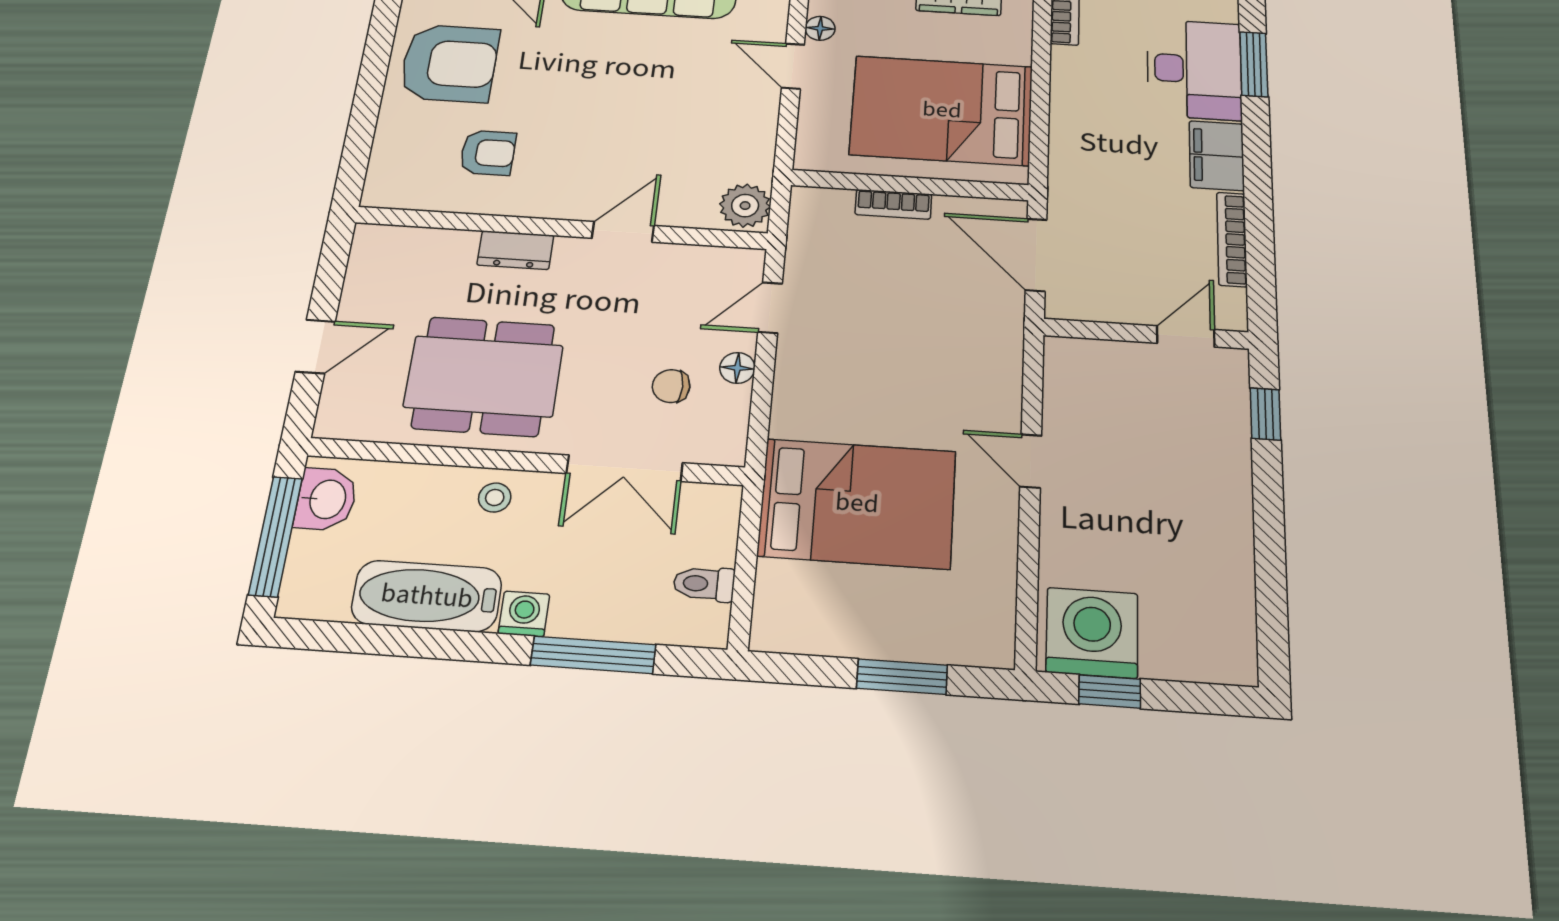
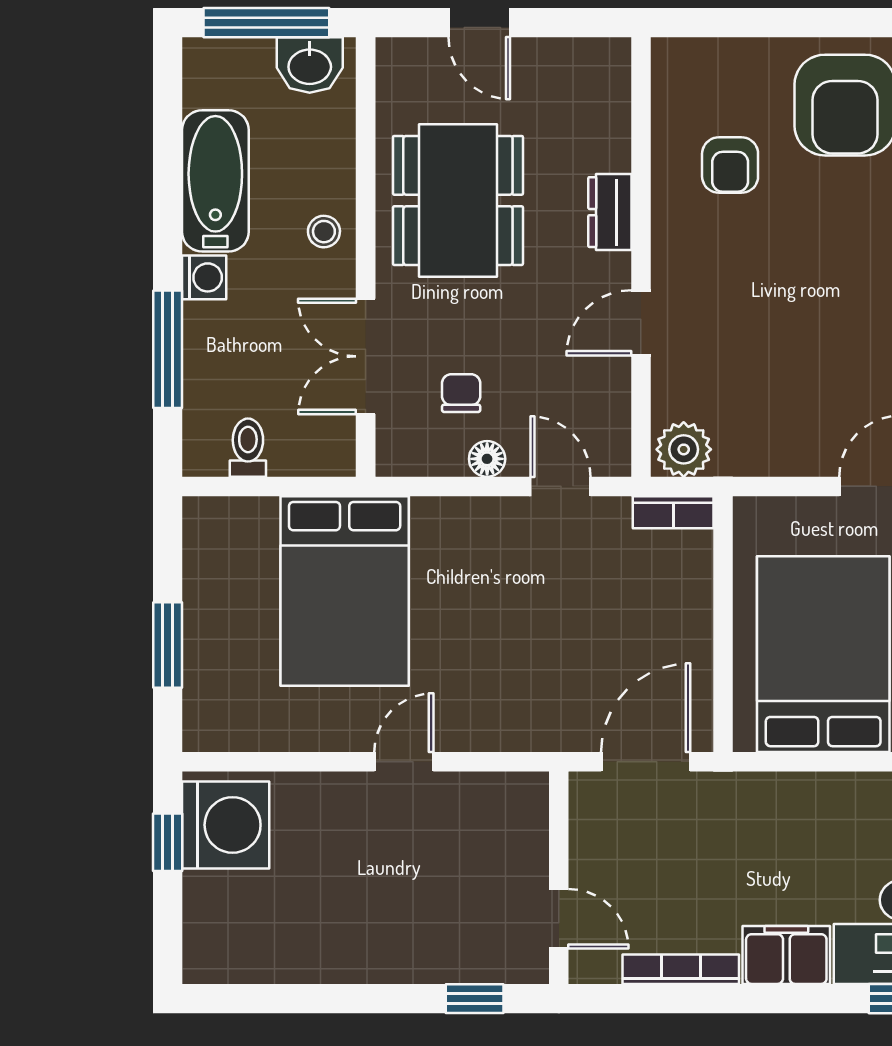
bookcase: (893, 204) -> (673, 512), moved, turned -90
door: (623, 232) -> (641, 323), swing flipped

